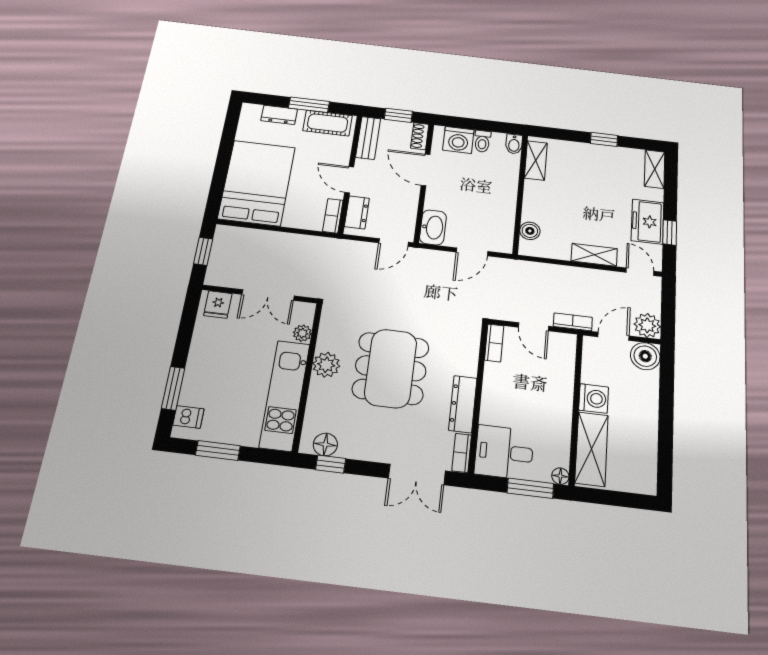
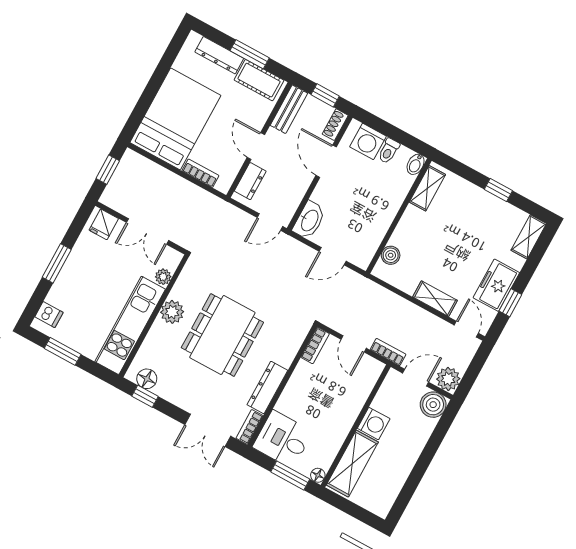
dresser: (279, 115) -> (219, 55), width x1.44
bookcase: (333, 216) -> (200, 173), moved, turned 90
window: (173, 388) -> (57, 263), moved

